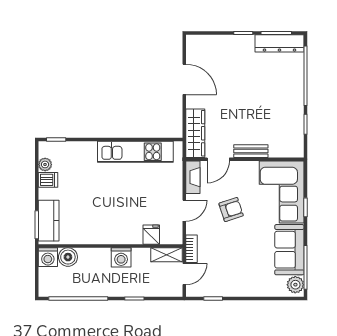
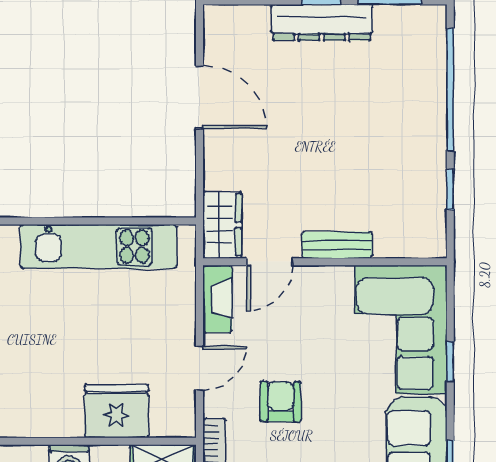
dresser: (279, 43) -> (322, 22), moved
wardrobe: (195, 133) -> (222, 225), width x0.67
armchair: (231, 210) -> (281, 402), moved, turned -72
fridge: (151, 235) -> (116, 411), width x1.88, depth x1.34

